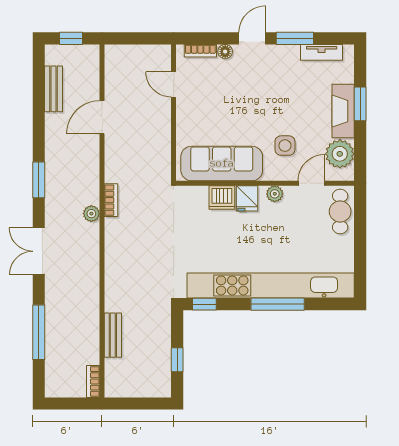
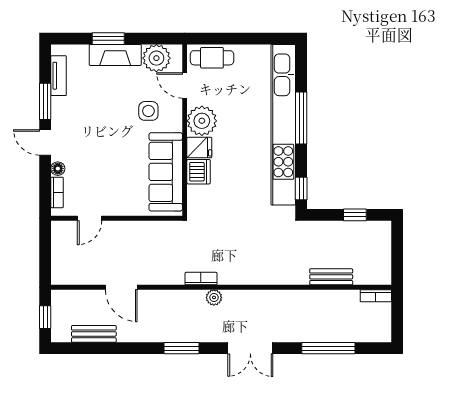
plant: (275, 194) -> (202, 121), width x1.88, depth x1.88

